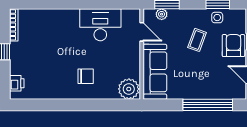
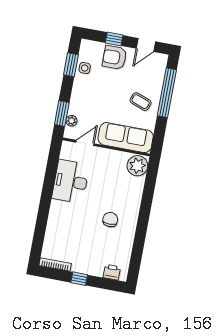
coffee table: (197, 40) -> (141, 102), moved
chair: (86, 76) -> (110, 220), moved

